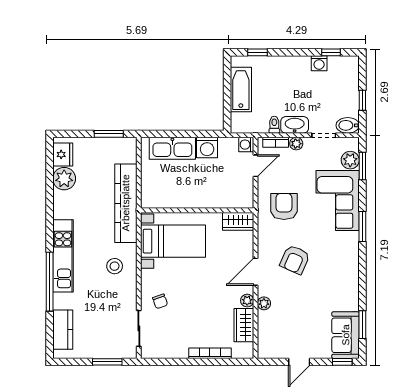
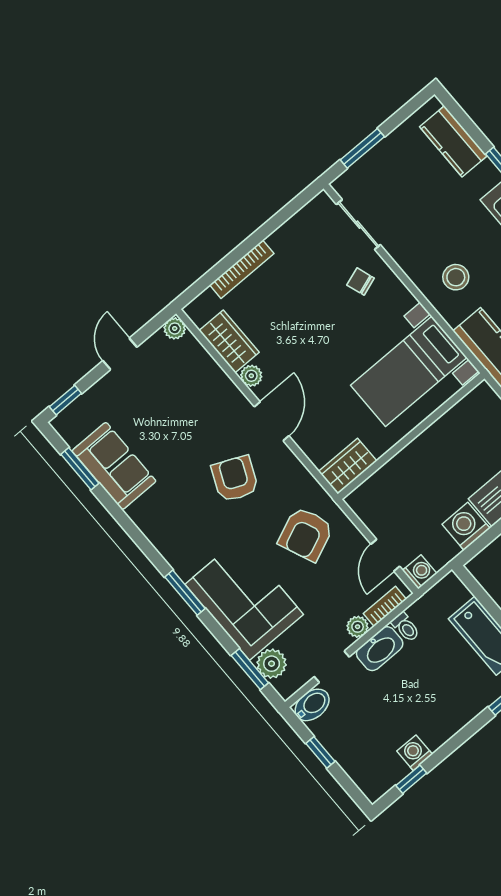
armchair: (284, 206) -> (306, 534), turned 67
plant: (264, 303) -> (175, 328), moved
sofa: (346, 335) -> (114, 466), moved

